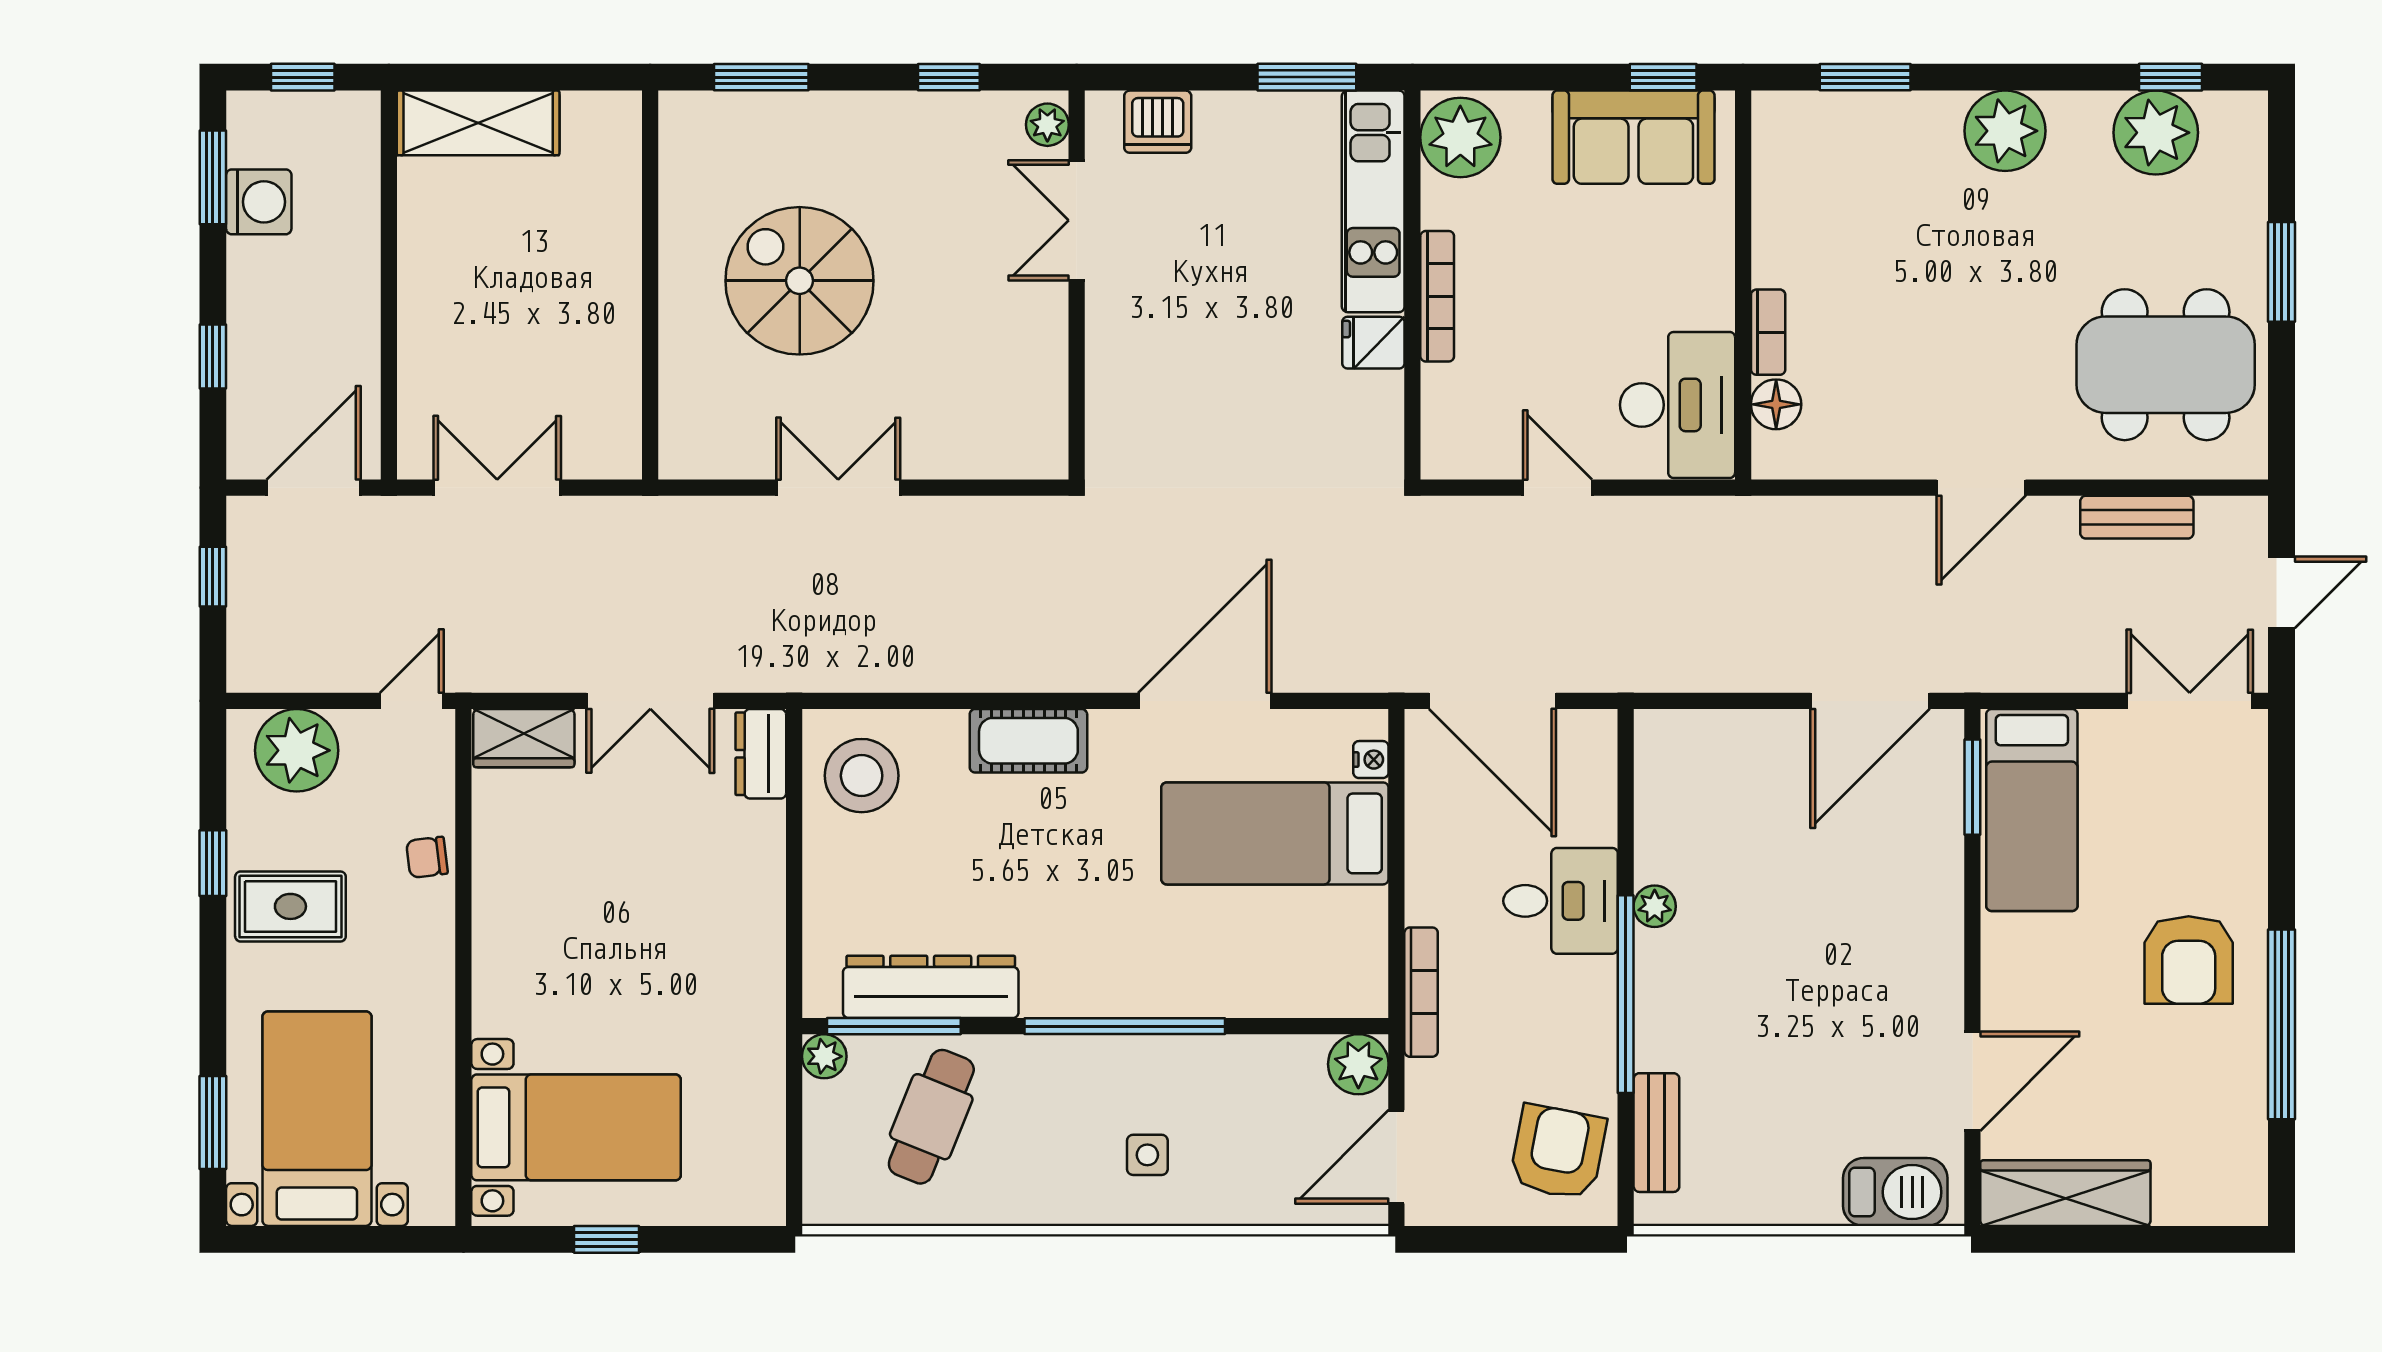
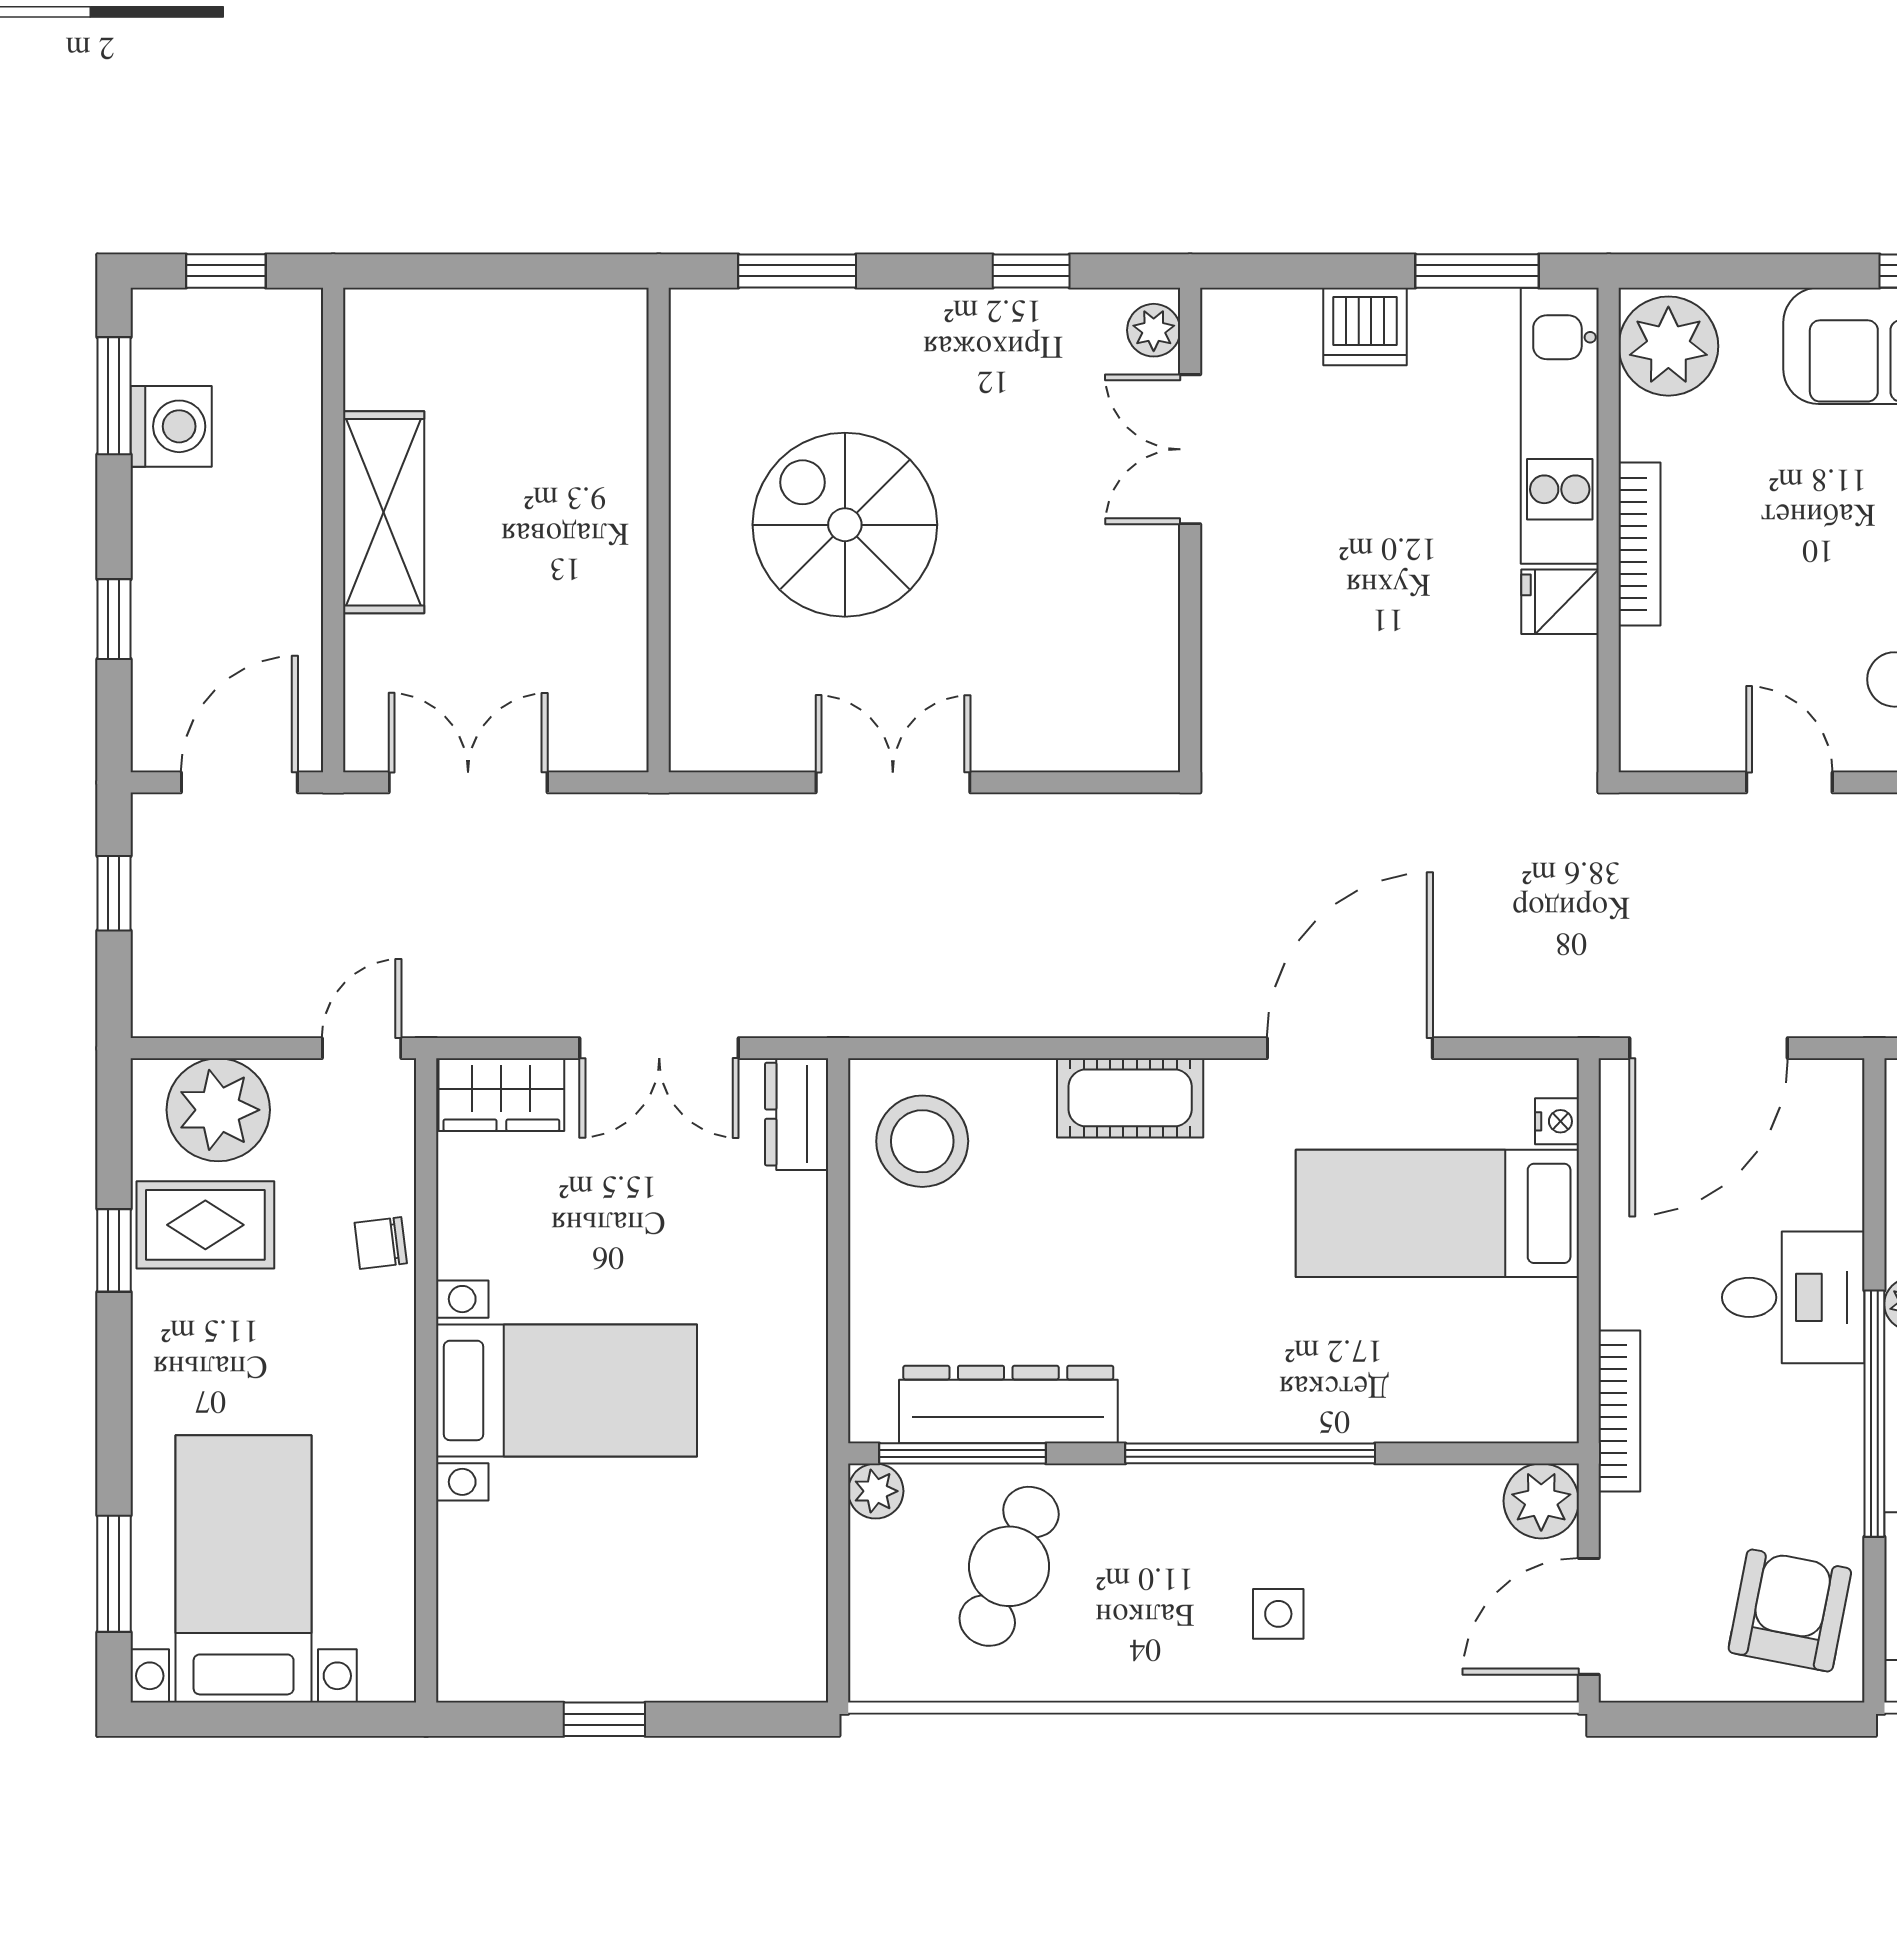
dishwasher: (1158, 122) -> (1365, 326), moved
shelving: (478, 123) -> (384, 512), moved, turned 90
door: (1493, 701) -> (1708, 1048), hinge flipped
rug: (290, 906) -> (205, 1225), moved
bed with nightstands: (576, 1127) -> (567, 1390), moved

